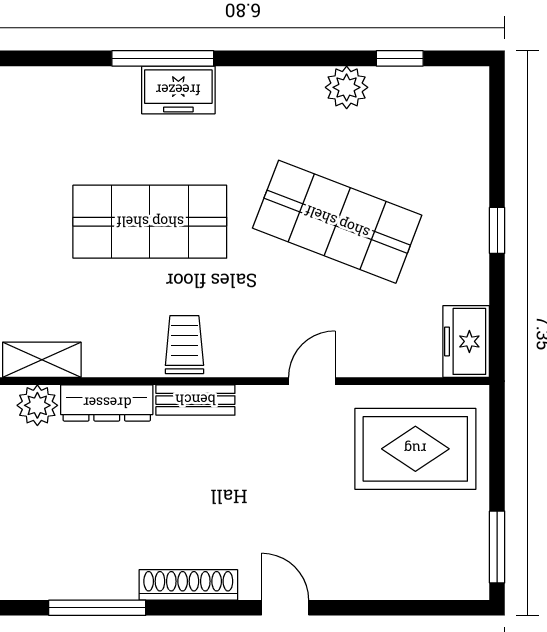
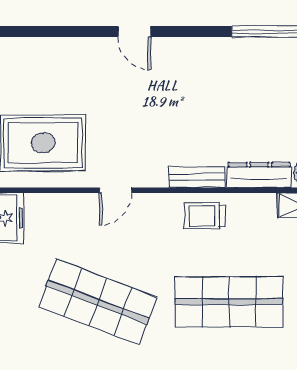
trolley: (184, 345) -> (205, 216), turned 90
shoe rack: (188, 585) -> (202, 48), removed

